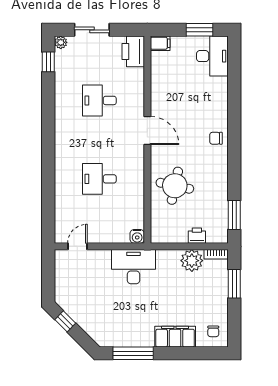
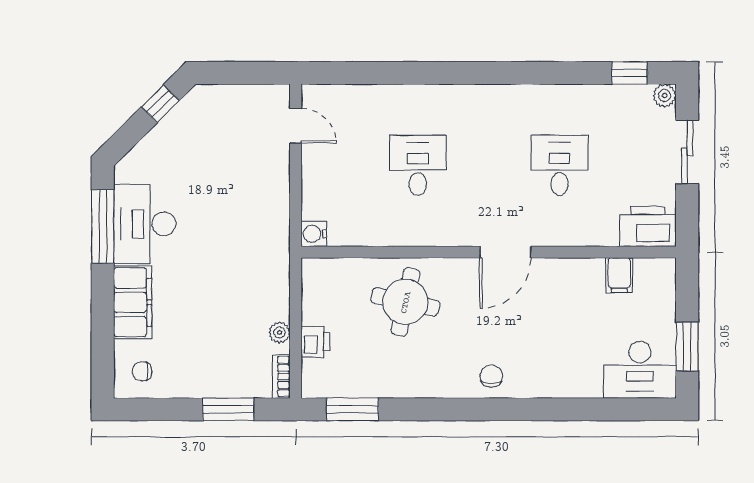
filing cabinet: (160, 43) -> (619, 275), moved
plant: (192, 261) -> (279, 332), width x0.53, depth x0.53
desk: (134, 267) -> (145, 224), moved, turned 180

